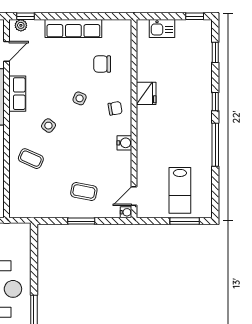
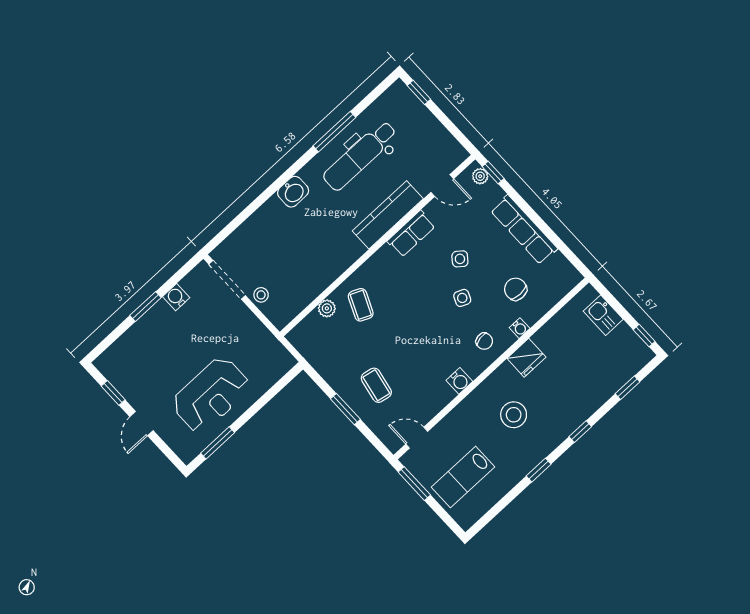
side table: (48, 126) -> (460, 259), moved
stool: (171, 130) -> (514, 415), added
window: (215, 145) -> (539, 470), width x0.46
plant: (15, 179) -> (327, 308), added
water cooler: (126, 212) -> (520, 328), moved
window: (185, 221) -> (414, 484), moved

